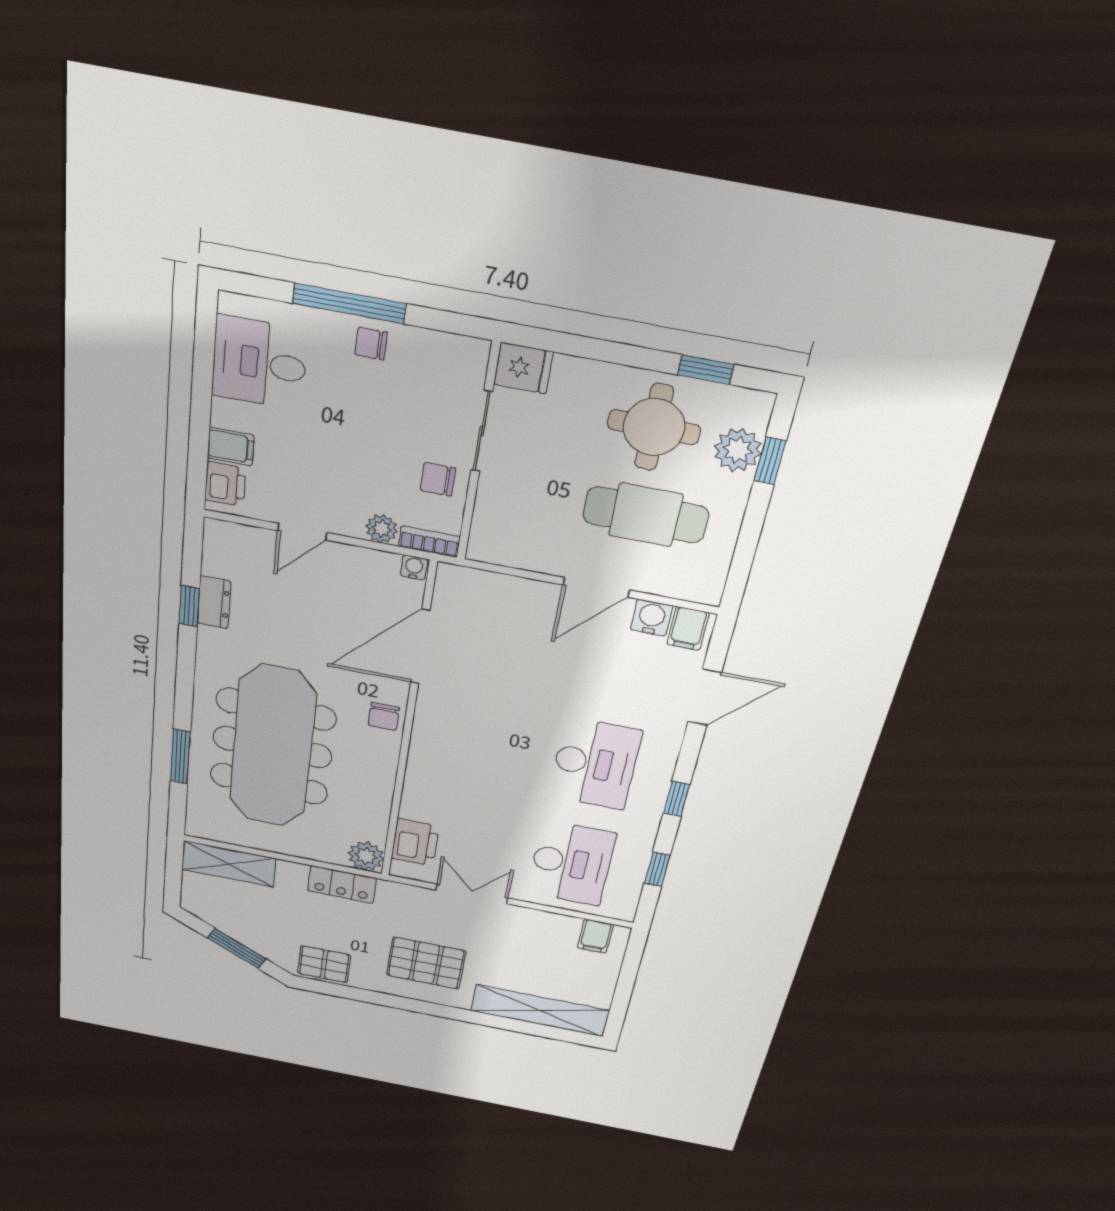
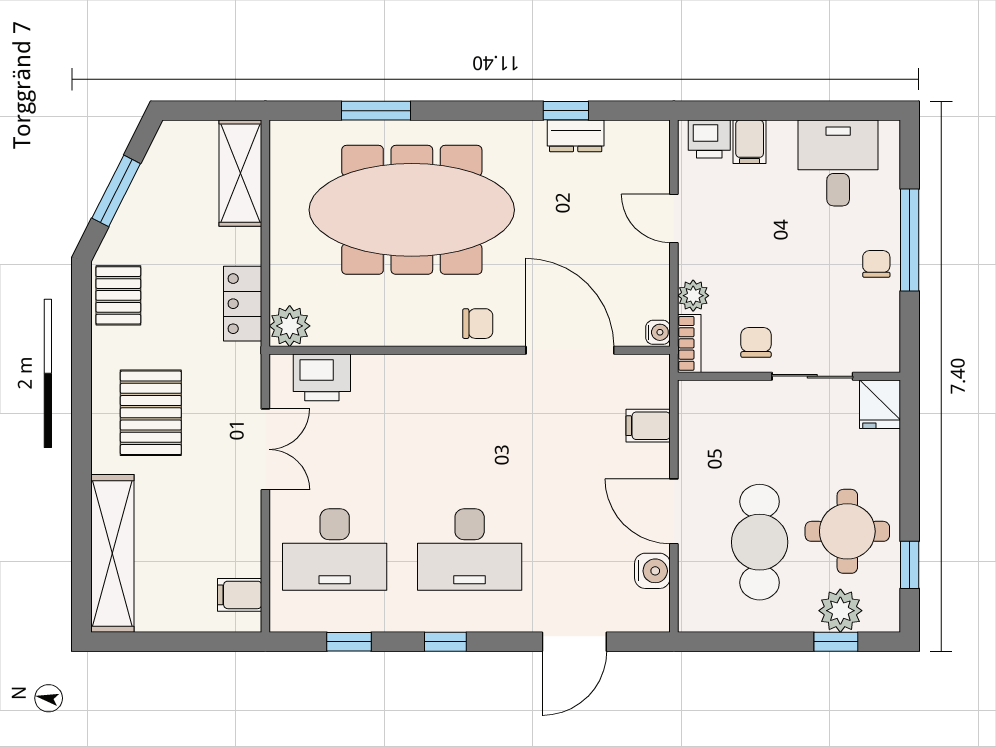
filing cabinet: (688, 629) -> (648, 426), moved
door: (705, 697) -> (574, 642), hinge flipped
chair: (384, 716) -> (478, 324), turned 180

